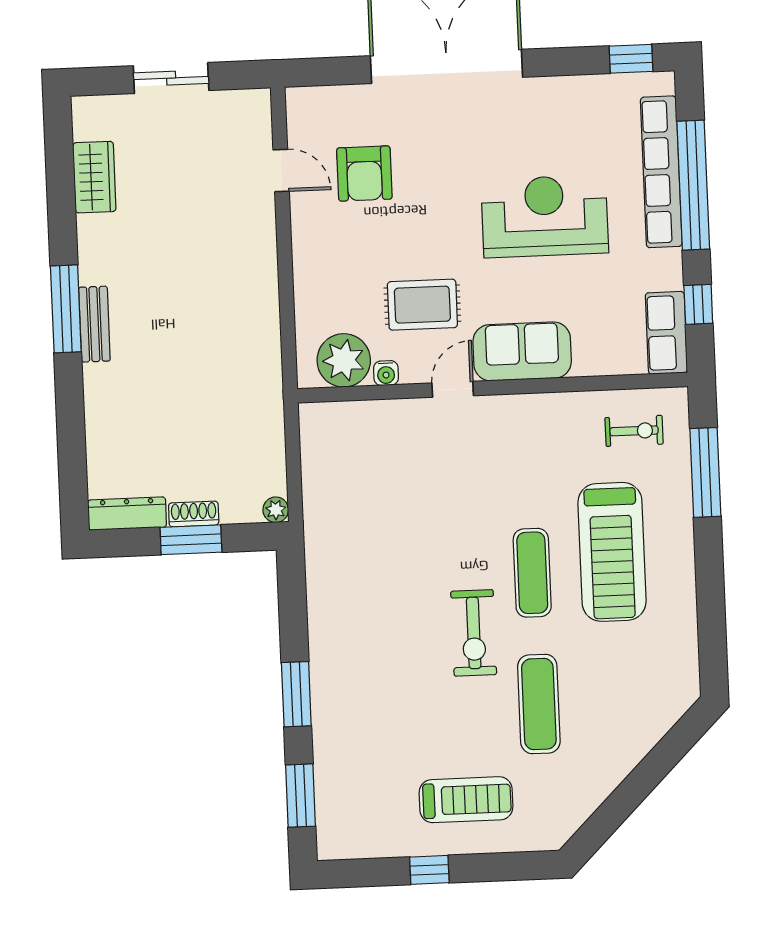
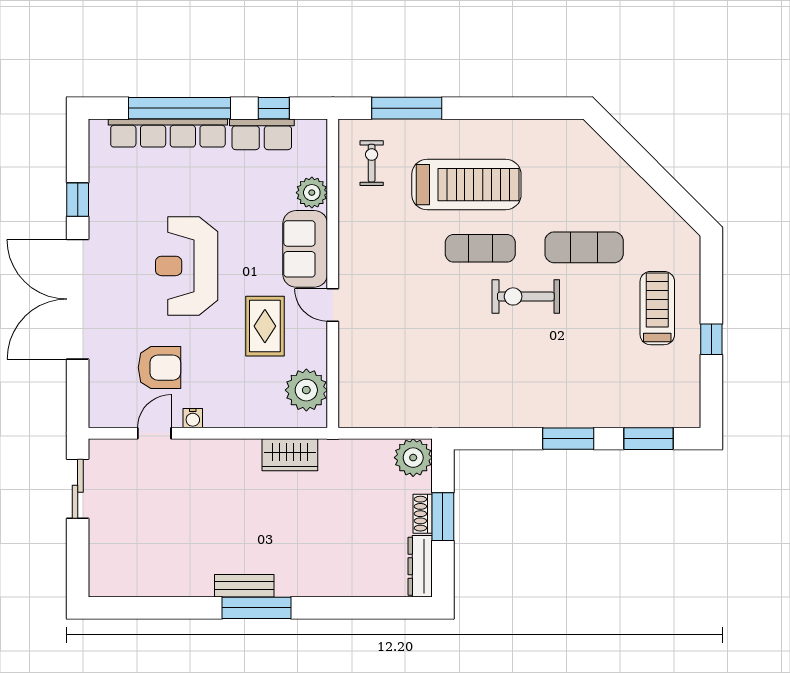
window: (631, 59) -> (78, 200), moved
sliding door: (171, 78) -> (78, 489), moved
wardrobe: (94, 177) -> (290, 455), moved, turned 180
reception desk: (545, 216) -> (187, 266), moved
bench: (94, 324) -> (244, 586), moved
row of seats: (666, 333) -> (262, 134), moved
plant: (594, 357) -> (312, 193), added
water cooler: (386, 373) -> (193, 418), moved, turned 90
plant: (276, 510) -> (413, 458), width x1.88, depth x1.88
exercise bike: (474, 633) -> (526, 296), turned 180

